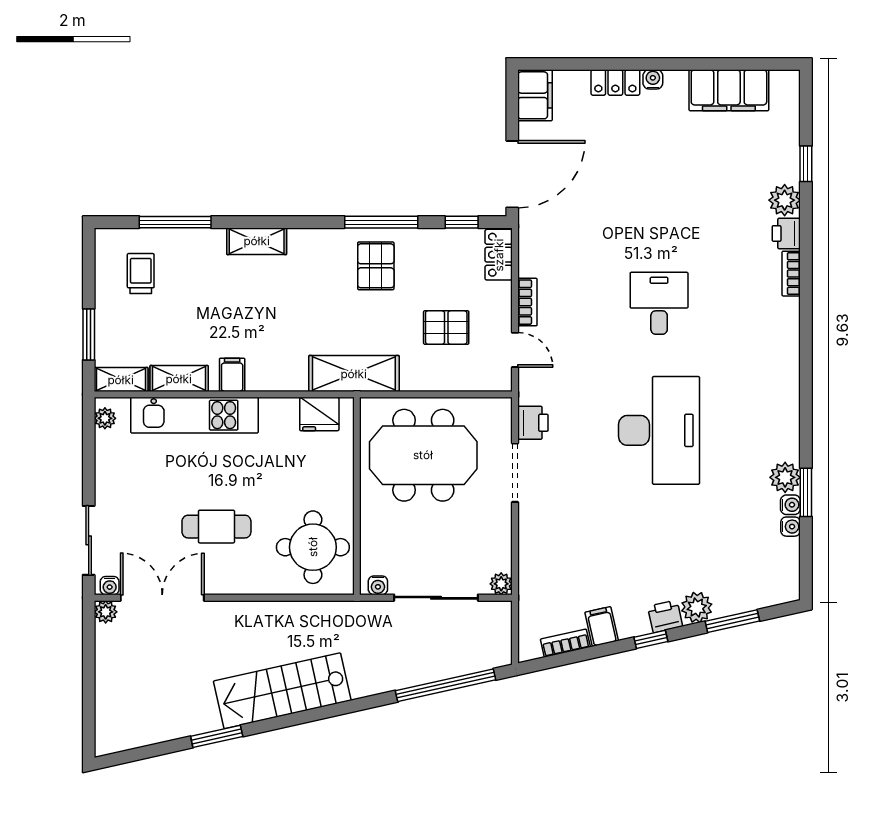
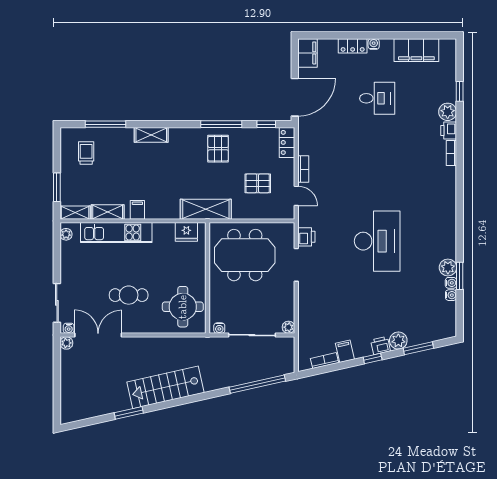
desk: (659, 303) -> (377, 98), moved, turned 90

